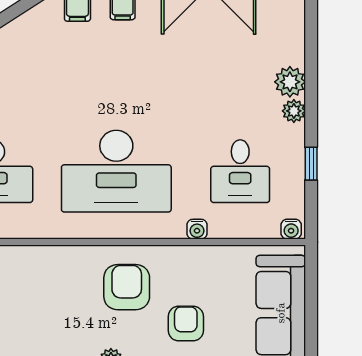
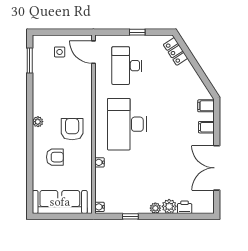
printer: (292, 49) -> (185, 207), added
desk: (240, 171) -> (127, 183), removed
armchair: (127, 287) -> (72, 129), turned -90

